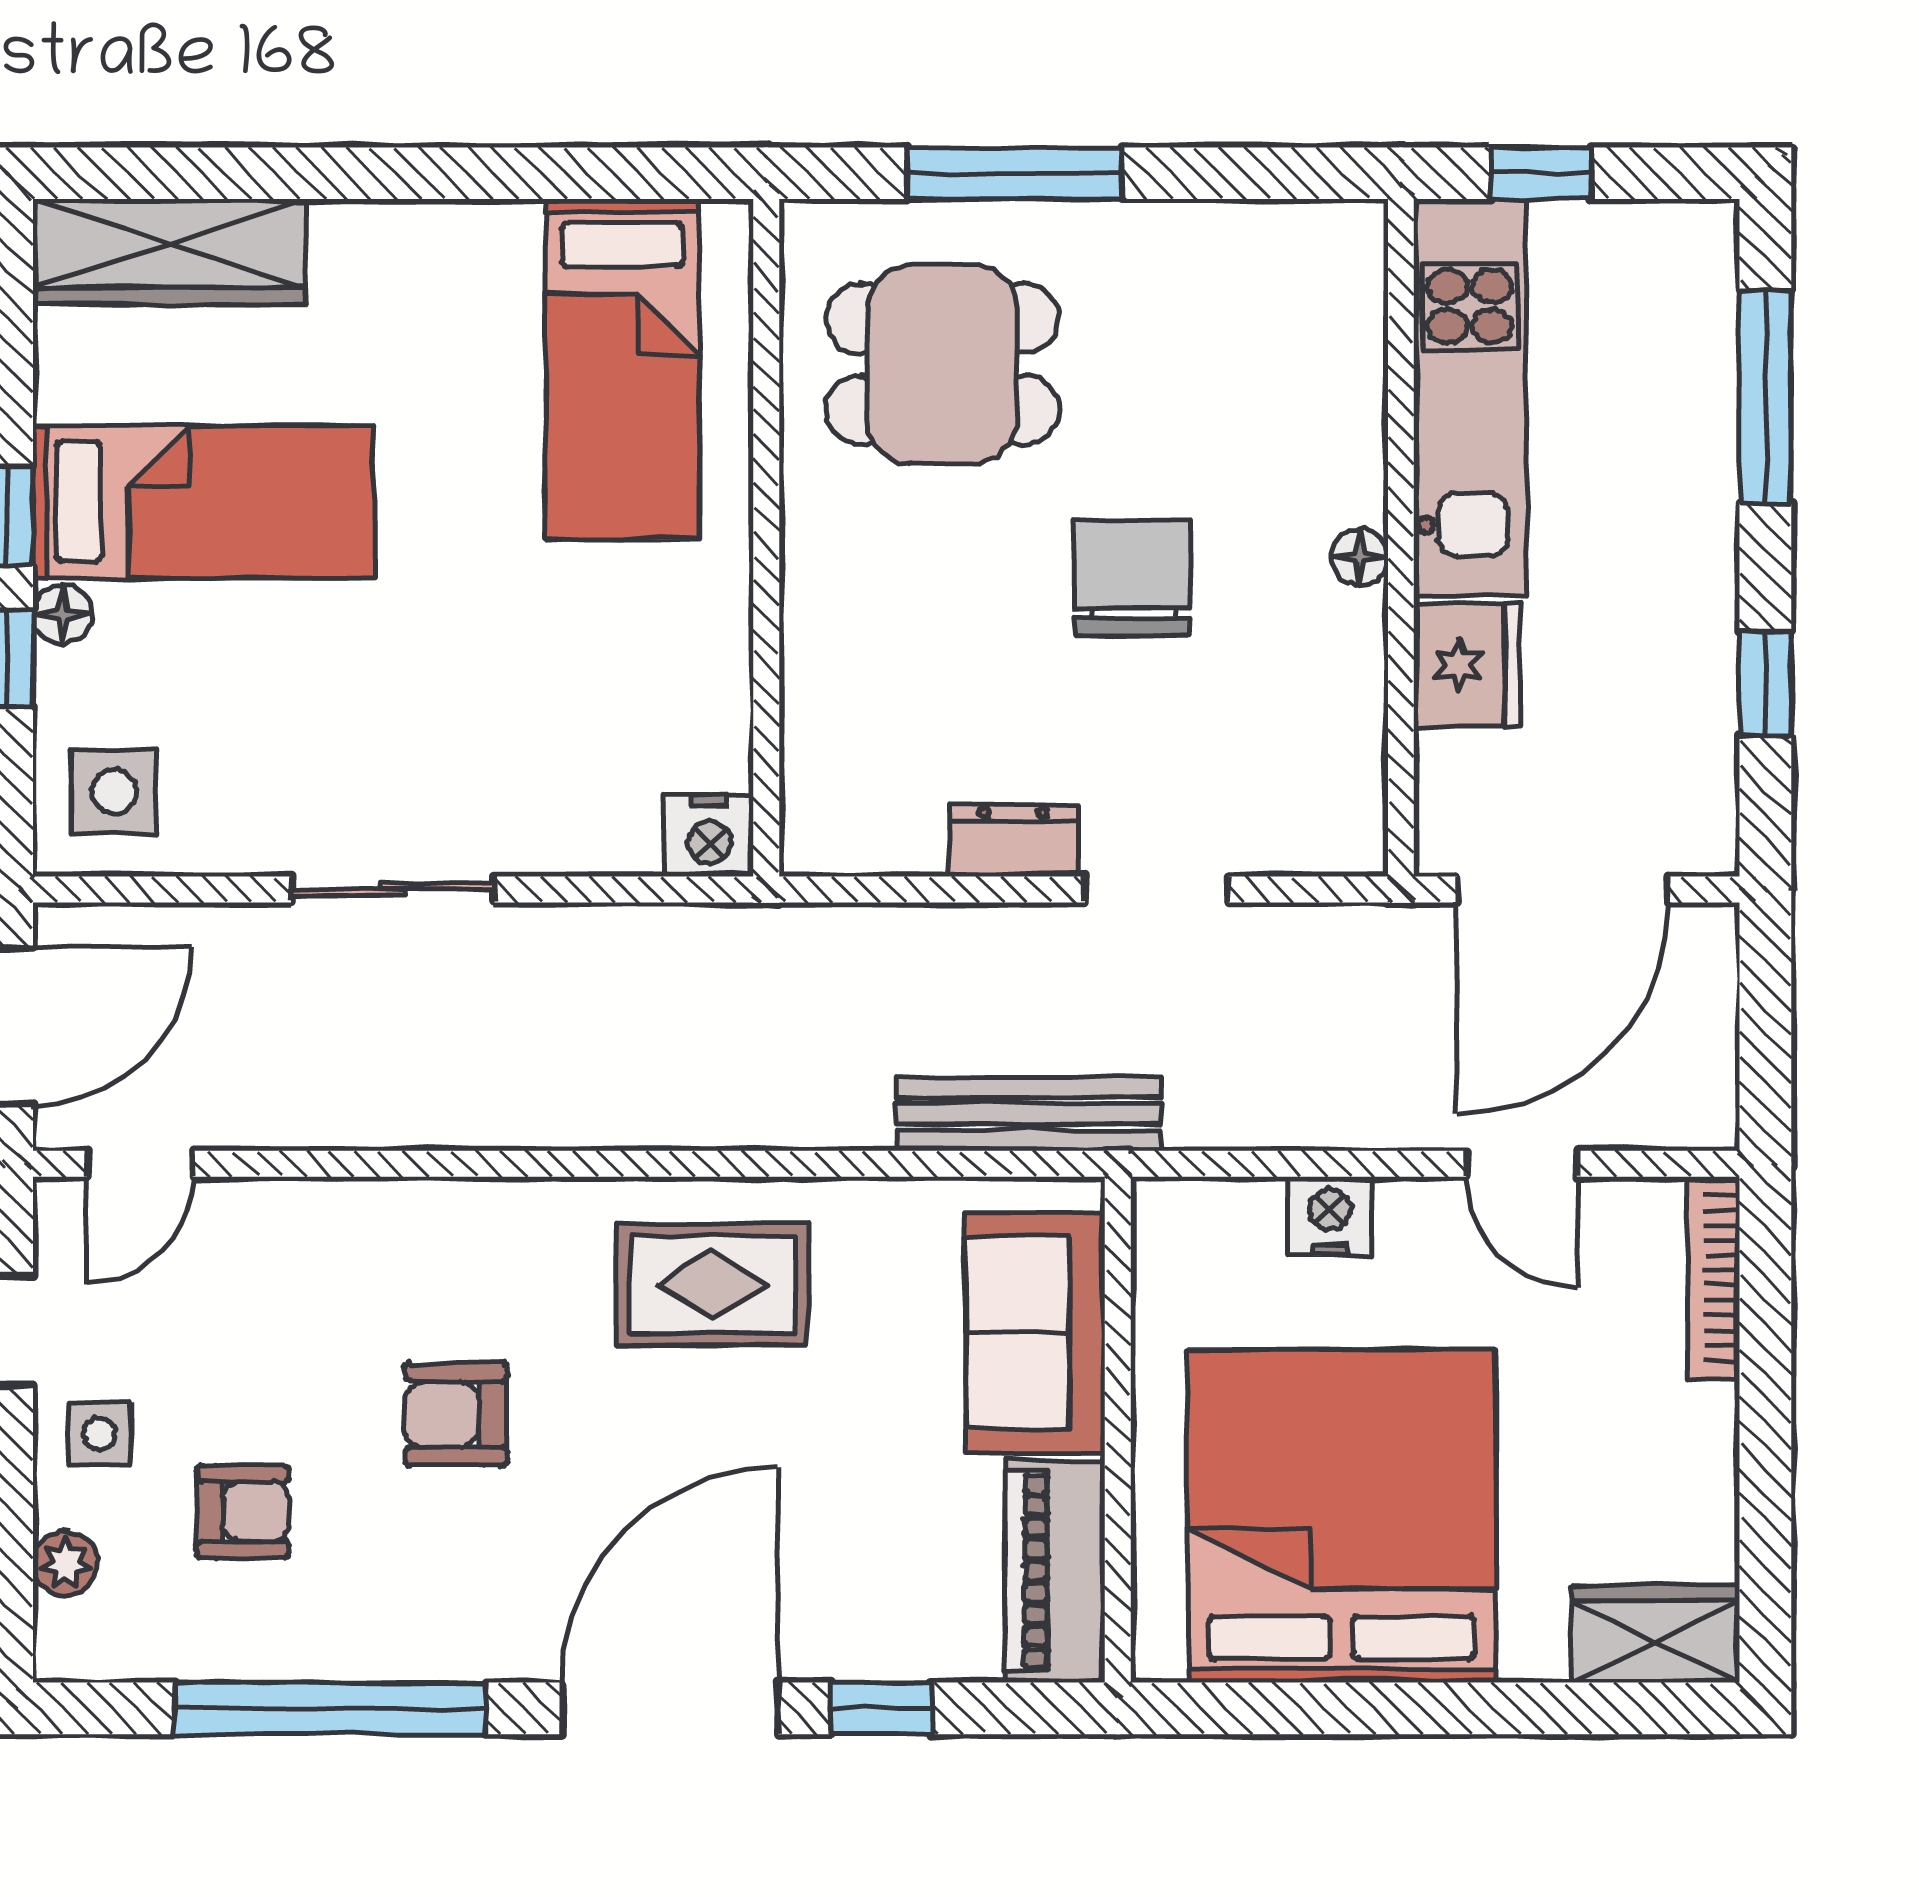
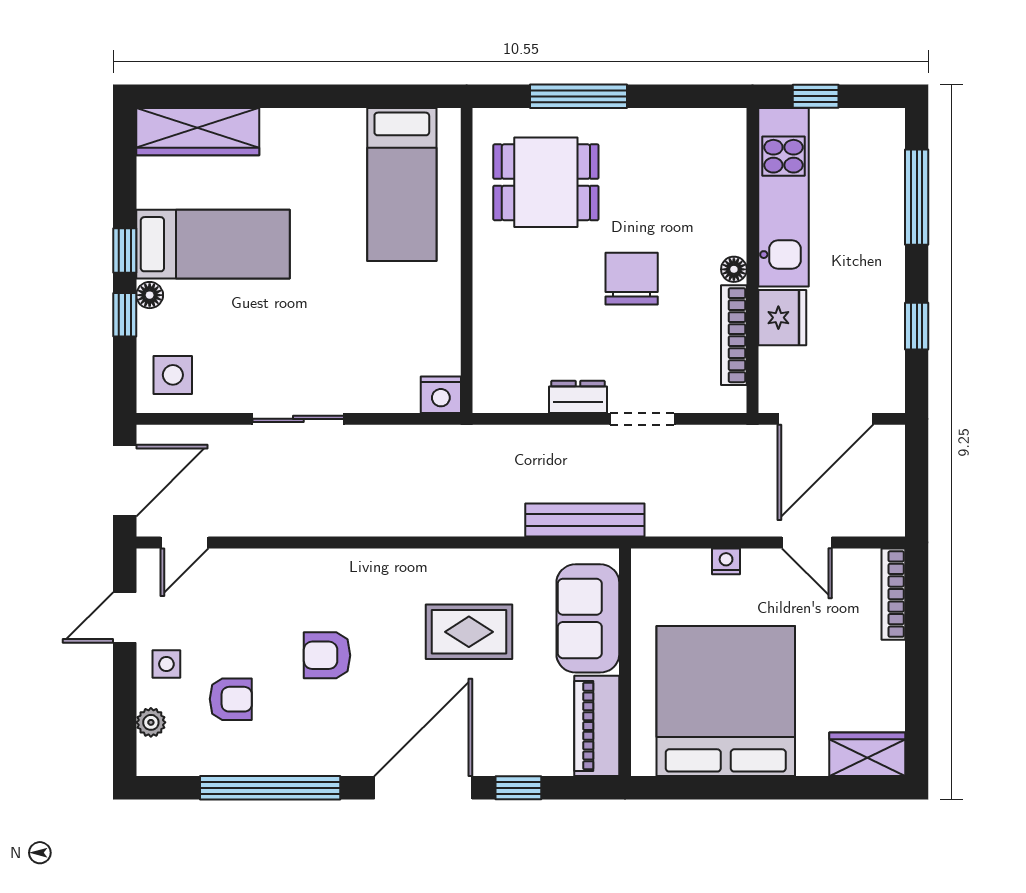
bookcase: (1360, 704) -> (734, 335), added
nightstand: (1330, 1216) -> (726, 561), width x0.72, depth x0.74
rug: (712, 1284) -> (469, 632), moved

